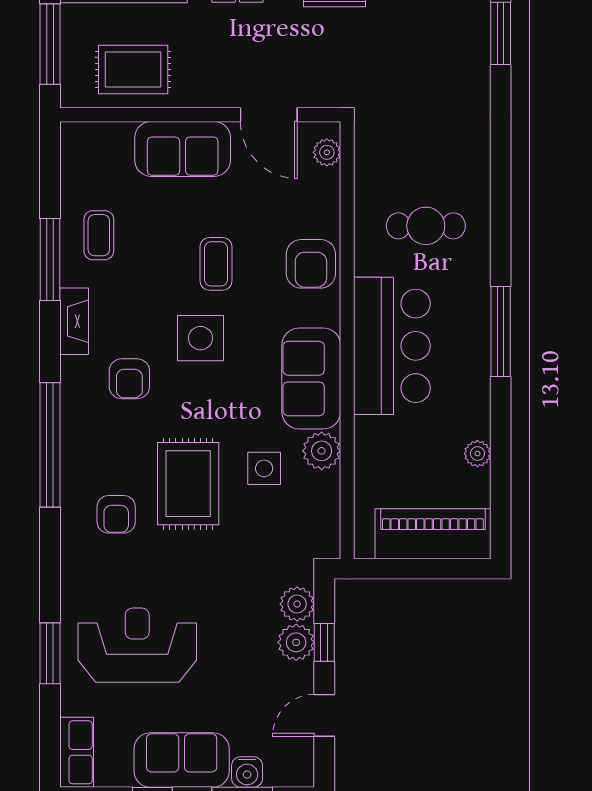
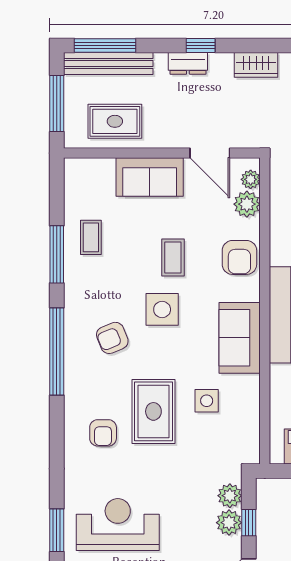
fireplace: (74, 321) -> (74, 298), removed
armchair: (129, 379) -> (112, 338), turned 68
window: (50, 445) -> (57, 352), moved
plant: (322, 451) -> (247, 204), moved

